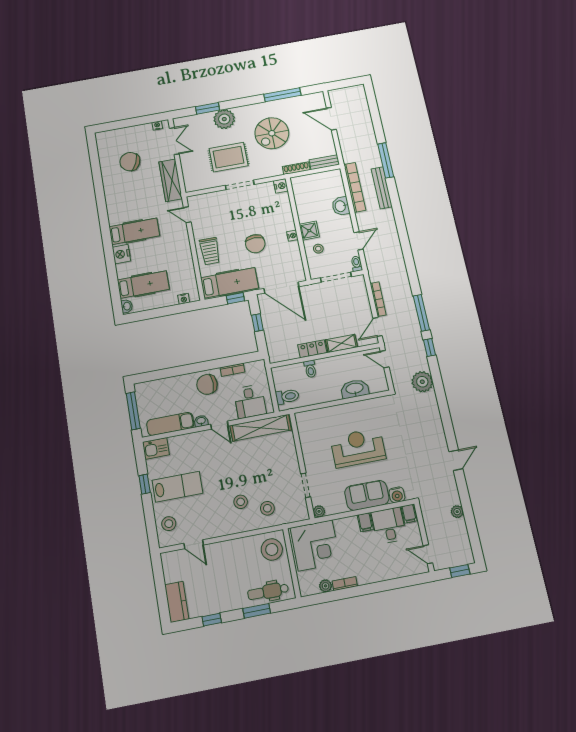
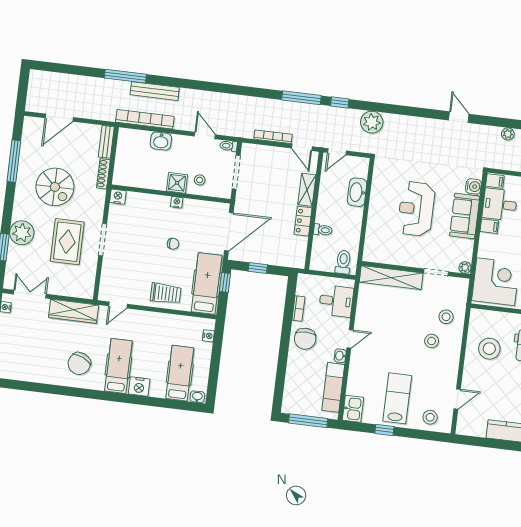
chair: (130, 162) -> (79, 364), moved
chair: (255, 244) -> (173, 244), width x0.54, depth x0.54
shelving: (261, 428) -> (391, 278), moved, turned 90
stool: (272, 549) -> (489, 349), moved

